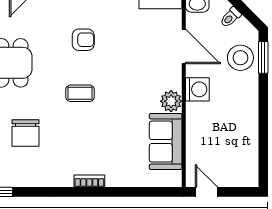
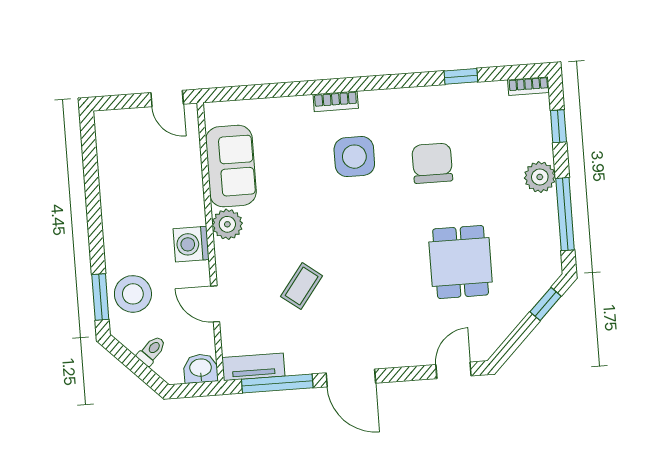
armchair: (83, 40) -> (360, 303), removed
door: (184, 46) -> (215, 304), width x0.73
coffee table: (80, 93) -> (302, 286), moved, turned -53
side table: (79, 142) -> (354, 157), added

